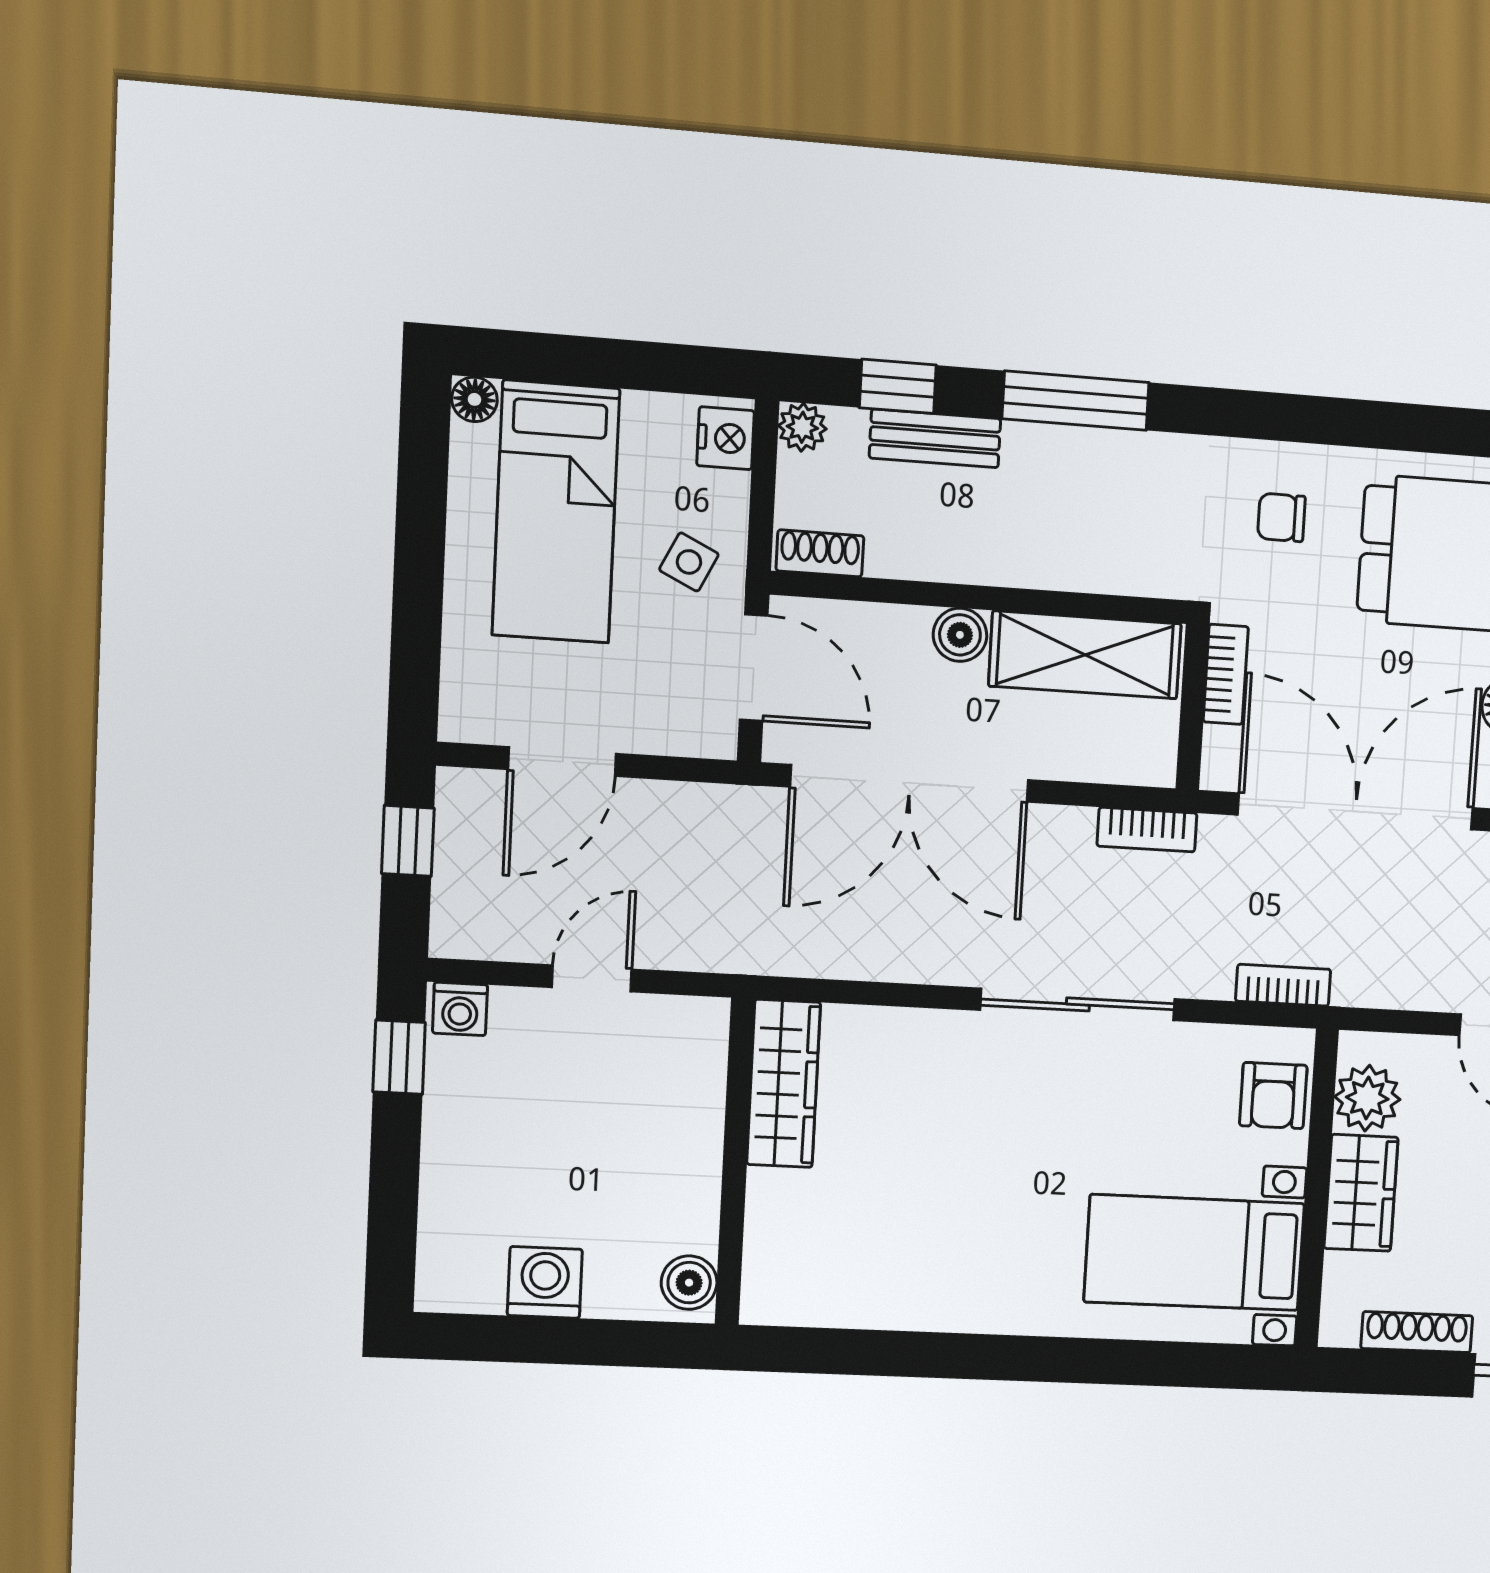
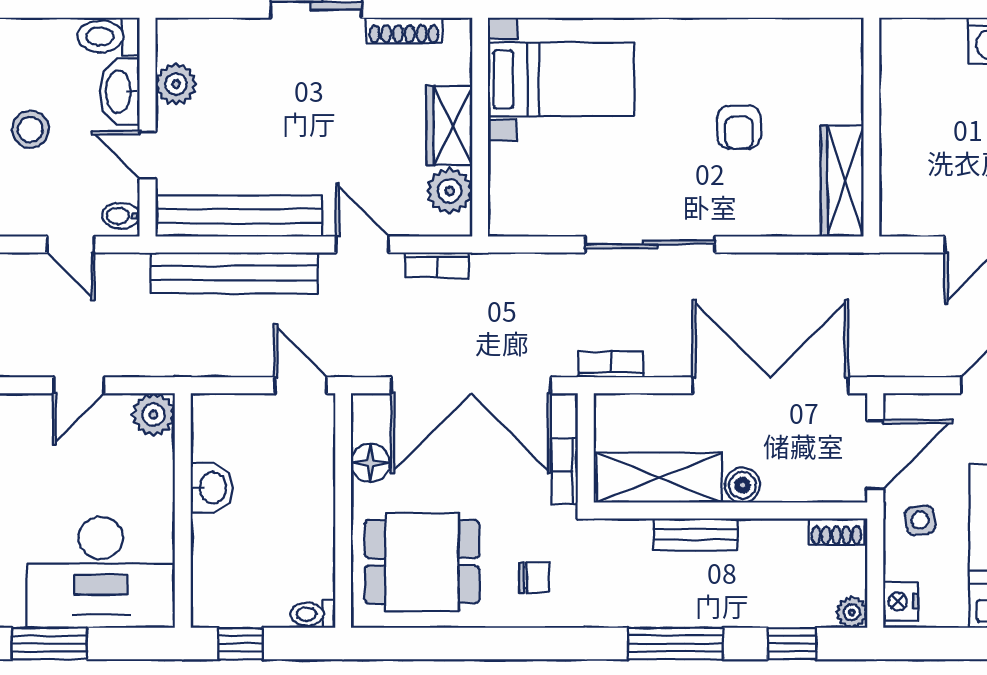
bench: (935, 438) -> (695, 534), moved
side table: (689, 562) -> (920, 520), turned -33
door: (754, 668) -> (875, 455), swing flipped
bookcase: (1283, 985) -> (437, 265), moved
armchair: (1273, 1096) -> (739, 127), moved, turned 180
boiler: (689, 1283) -> (897, 45), removed

